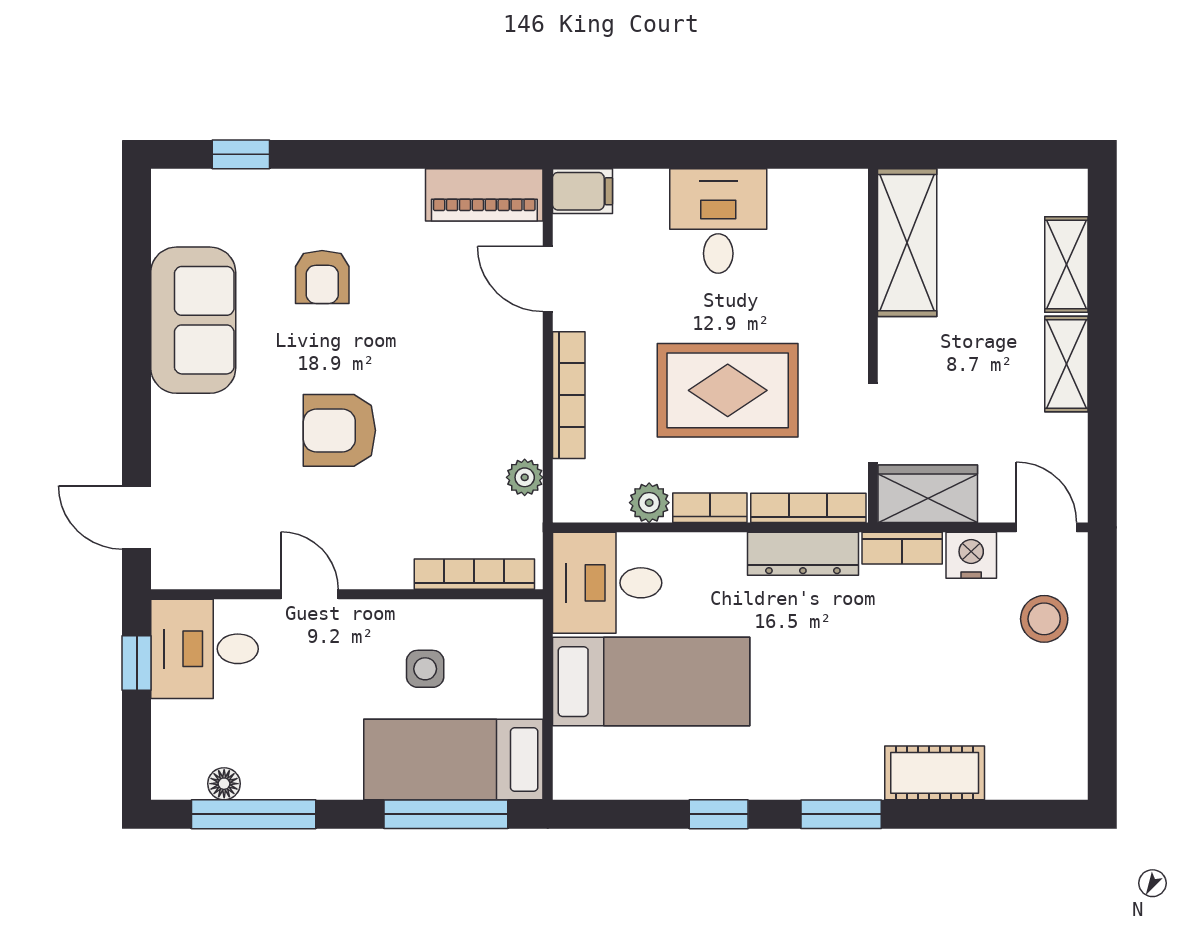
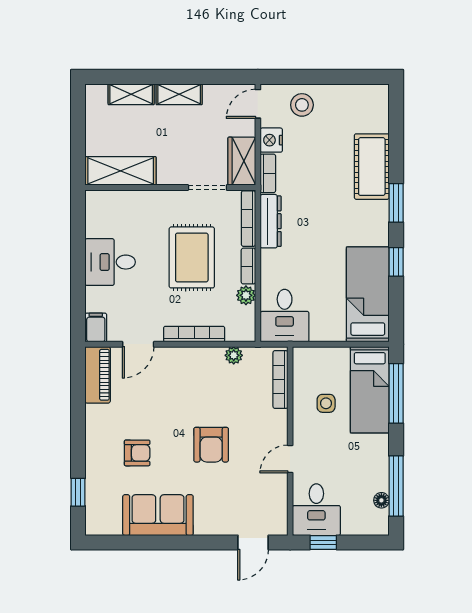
bed: (651, 682) -> (368, 294), moved
cot: (935, 773) -> (372, 167), width x1.37, depth x1.34

